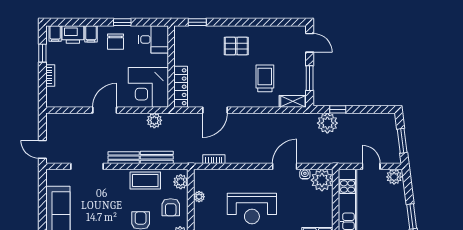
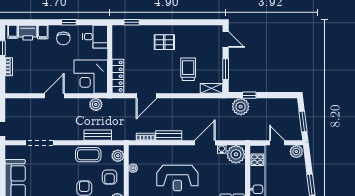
bench: (124, 158) -> (169, 135), moved

